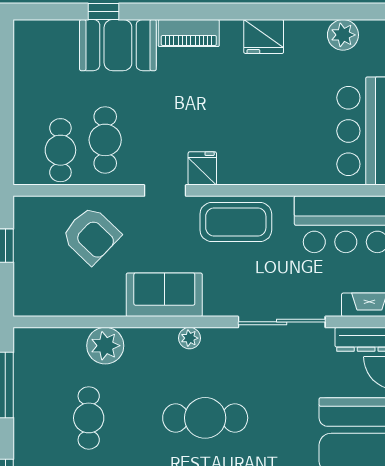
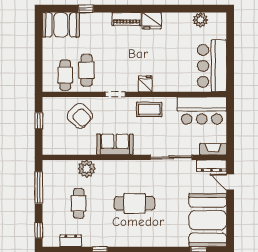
fridge: (264, 37) -> (152, 21), moved
booth: (118, 45) -> (61, 25), moved
fridge: (202, 168) -> (145, 84), moved
coffee table: (236, 222) -> (149, 109), width x0.73, depth x0.76
plant: (190, 338) -> (127, 165), removed

